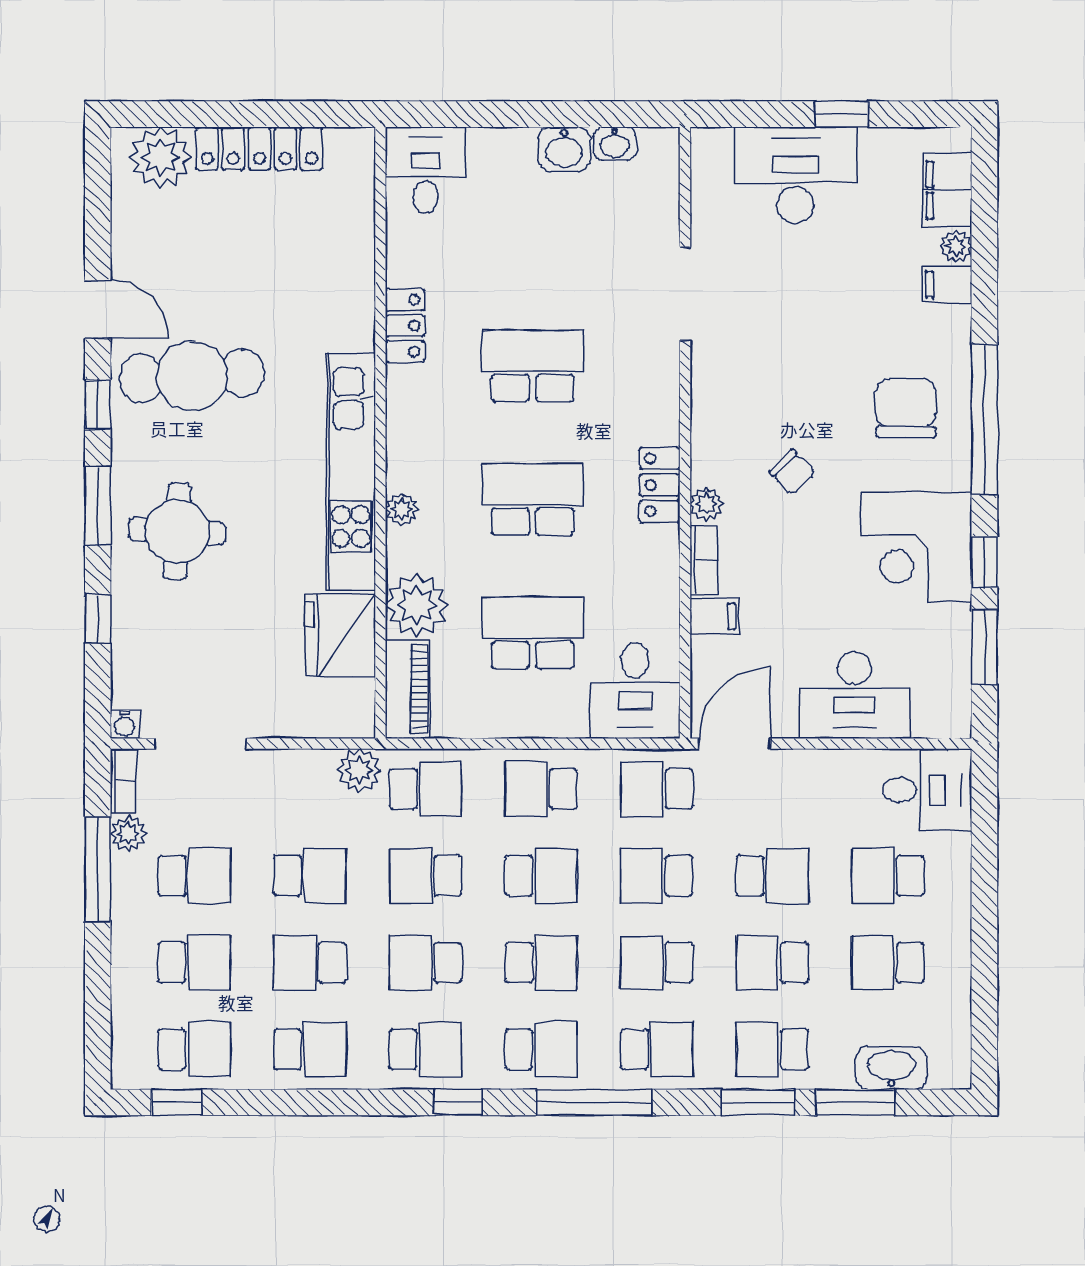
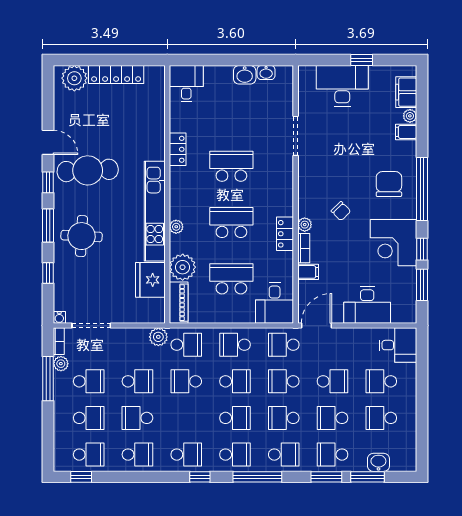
locker: (660, 485) -> (285, 234), moved
school desk: (425, 963) -> (186, 418), removed
washbasin: (891, 1068) -> (378, 462), width x0.72

